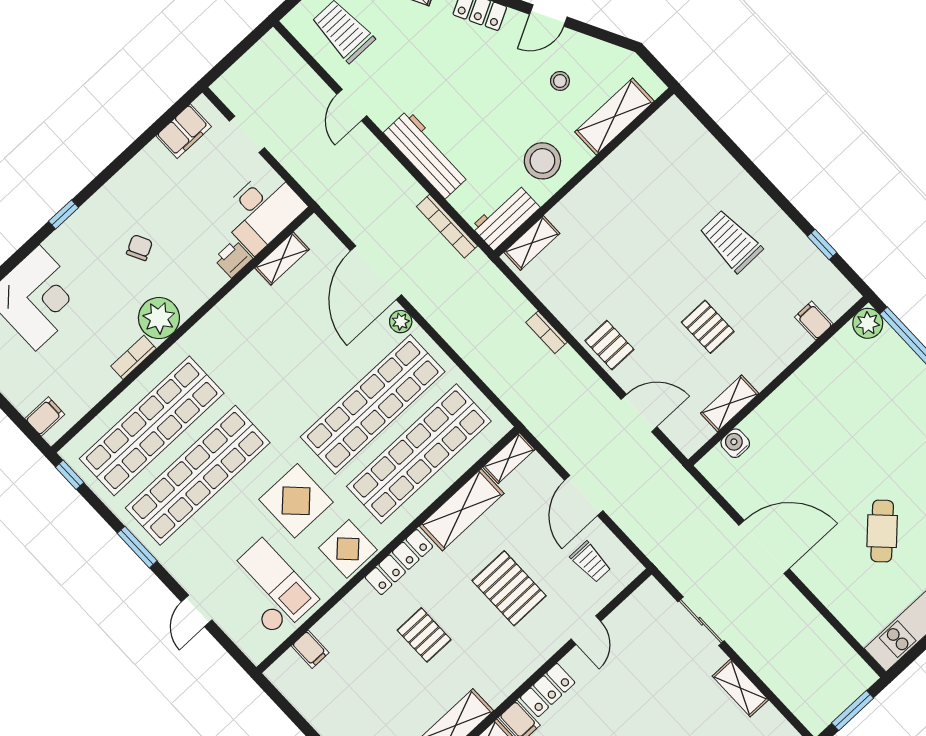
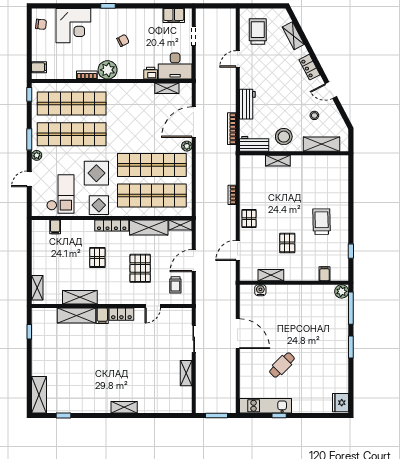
workbench: (427, 154) -> (247, 104), width x0.73
shelving: (532, 243) -> (278, 161), moved
door: (639, 413) -> (238, 250), swing flipped
plant: (173, 562) -> (37, 155), added

